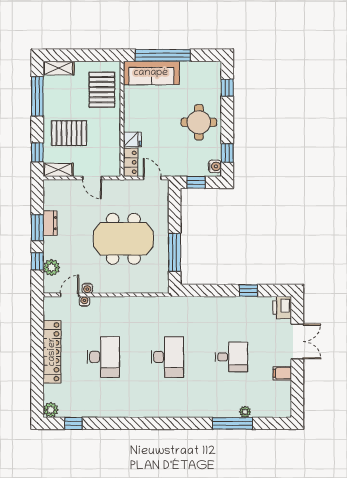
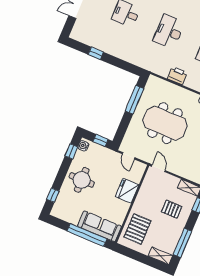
pallet: (69, 133) -> (172, 209), width x0.67, depth x0.71
fridge: (132, 140) -> (127, 191), width x1.88, depth x1.34
locker: (131, 162) -> (139, 172), removed
door: (92, 178) -> (158, 168), moved
printer: (282, 308) -> (177, 76), moved, turned -90

